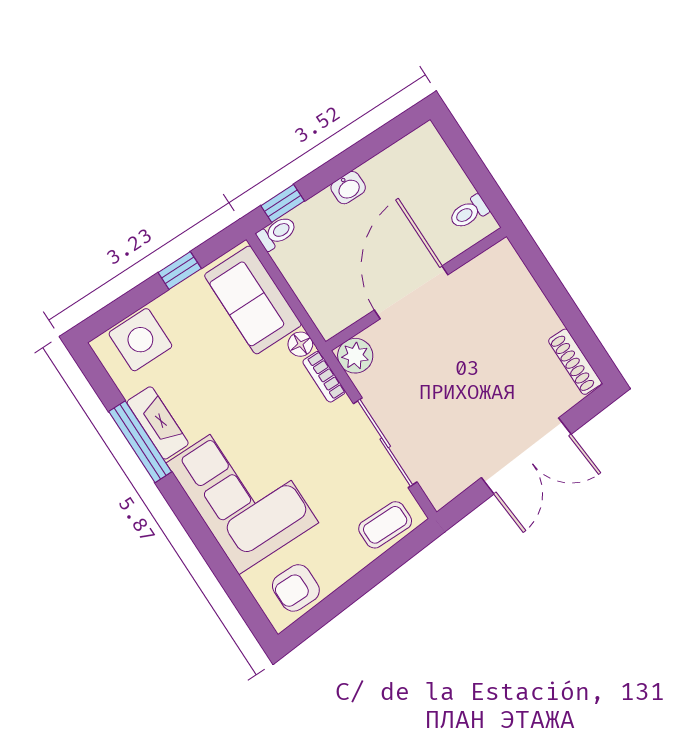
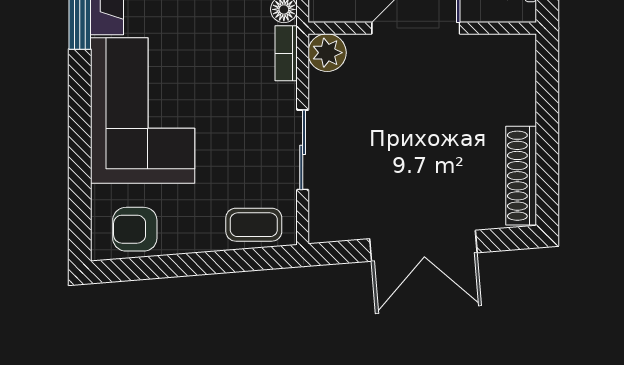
shoe rack: (575, 362) -> (521, 176), width x1.36, depth x1.24
sliding door: (385, 443) -> (303, 150), width x0.73

